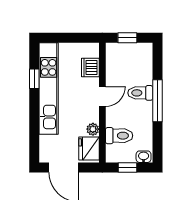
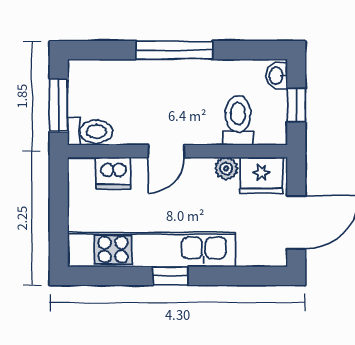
window: (127, 38) -> (59, 105), width x1.50
window: (34, 79) -> (170, 276), moved
toilet: (140, 93) -> (90, 131), moved, turned -90
door: (102, 96) -> (166, 151), swing flipped

